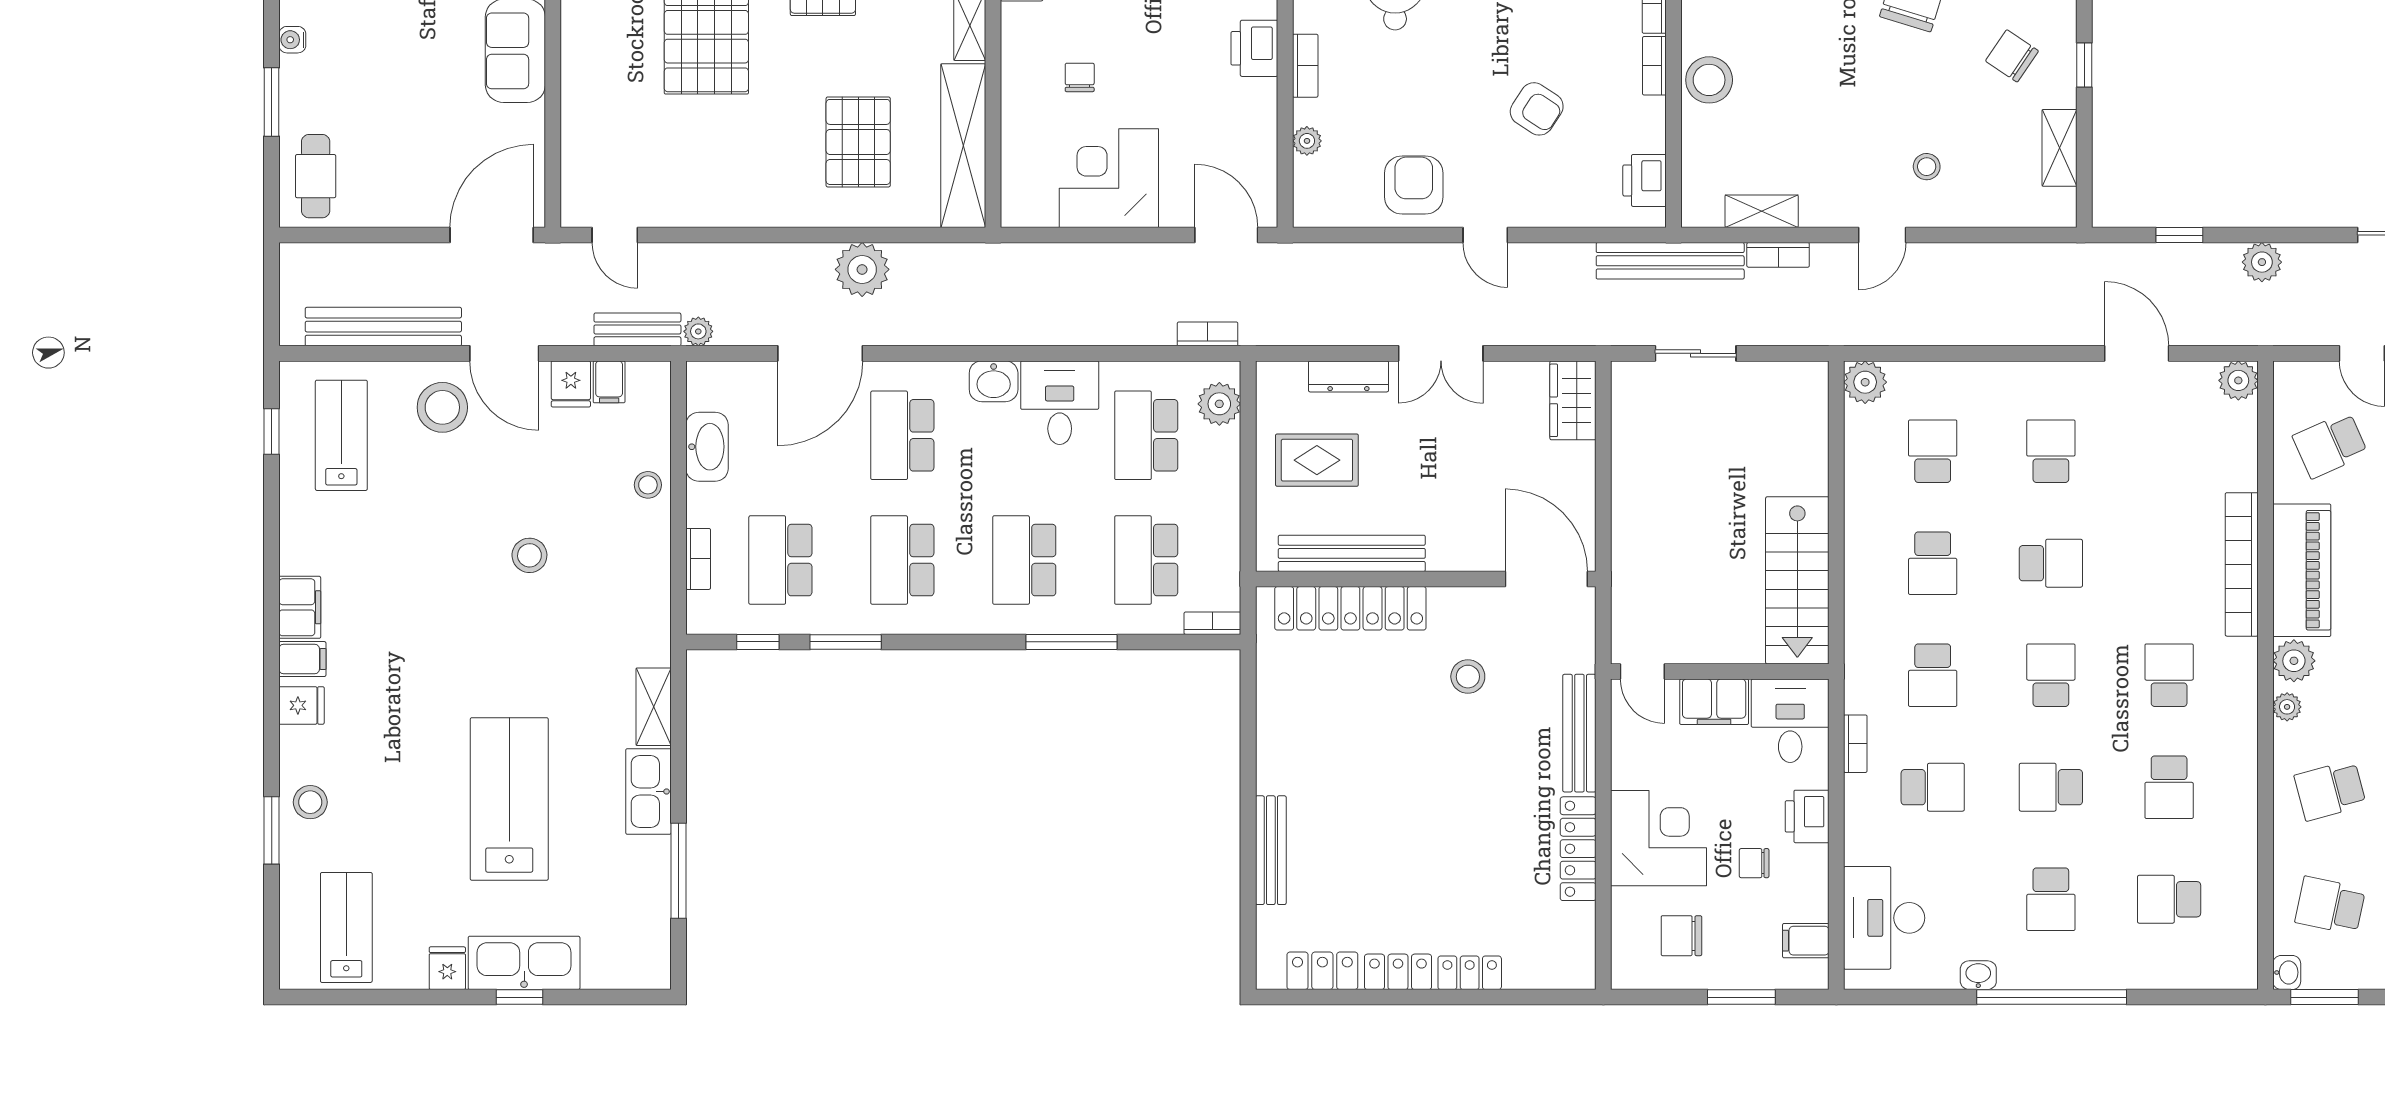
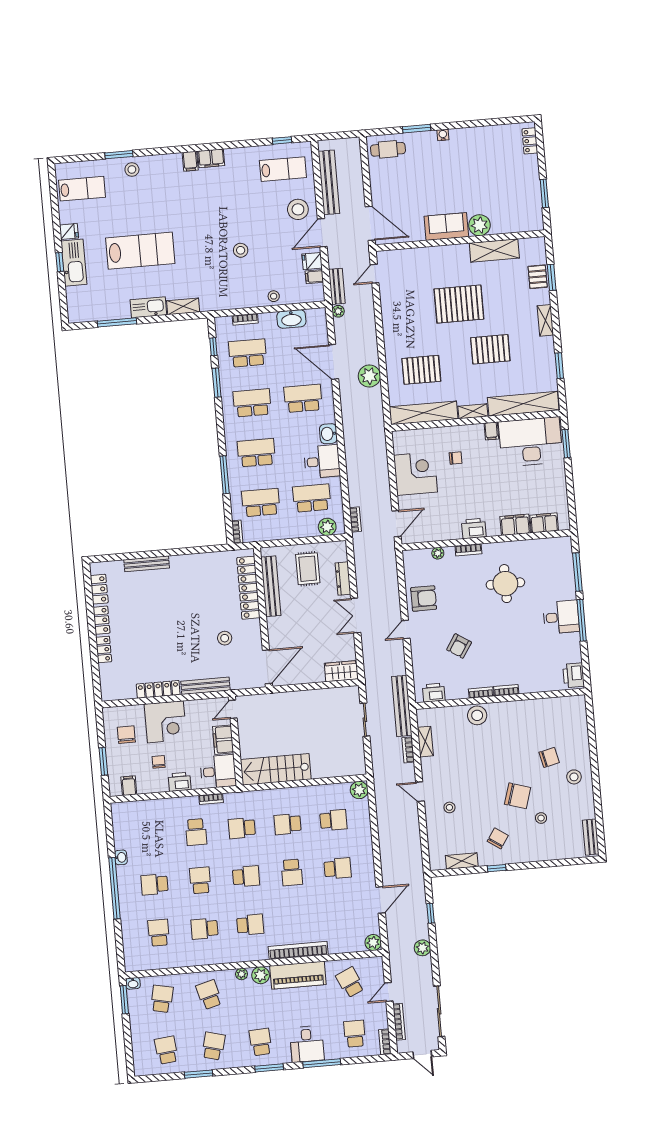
fridge: (302, 705) -> (171, 162), removed
desk: (1884, 918) -> (141, 817), removed

